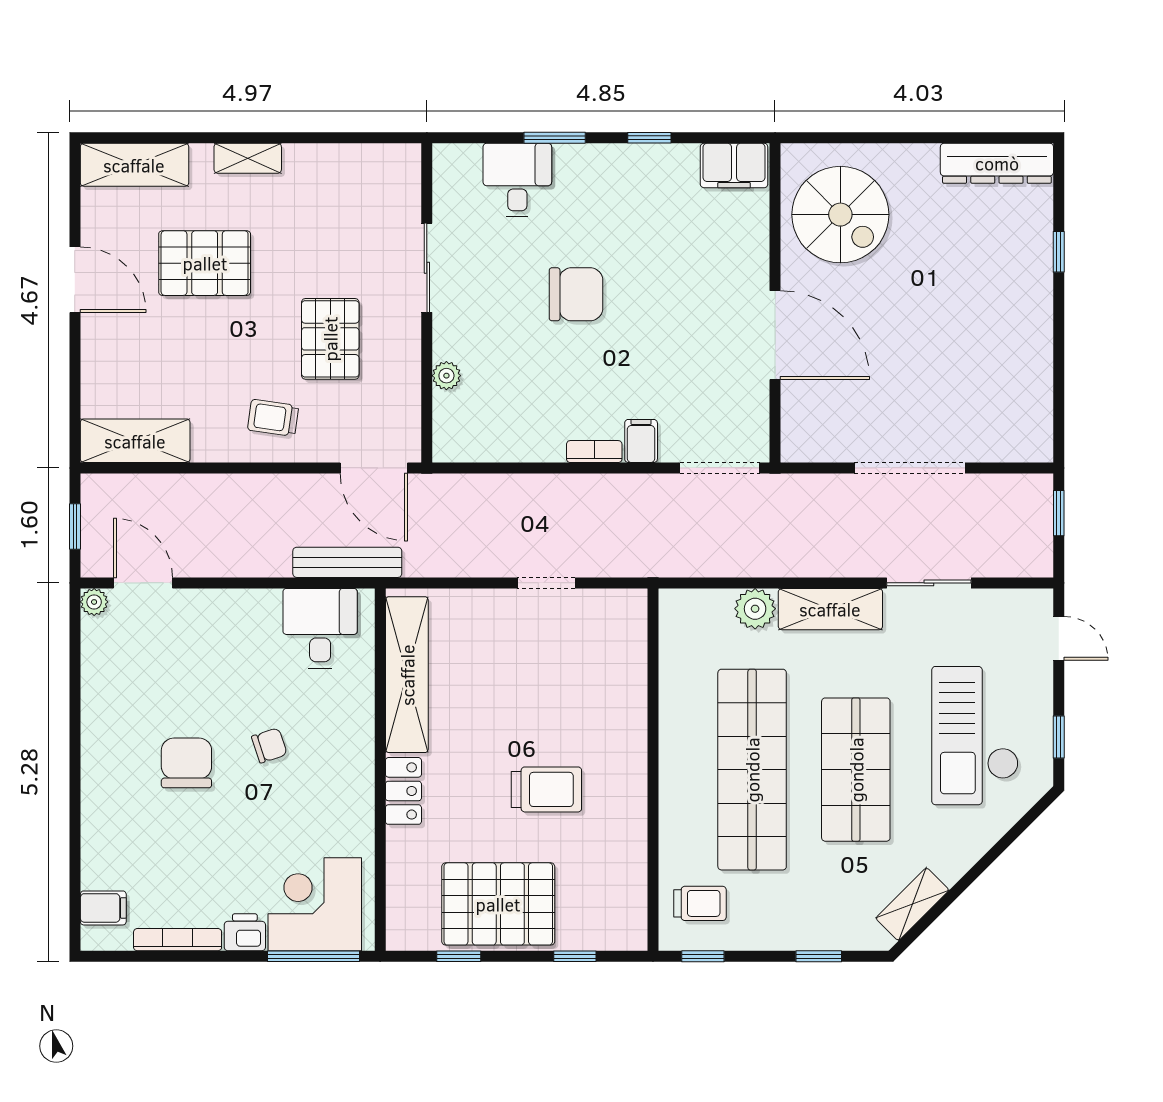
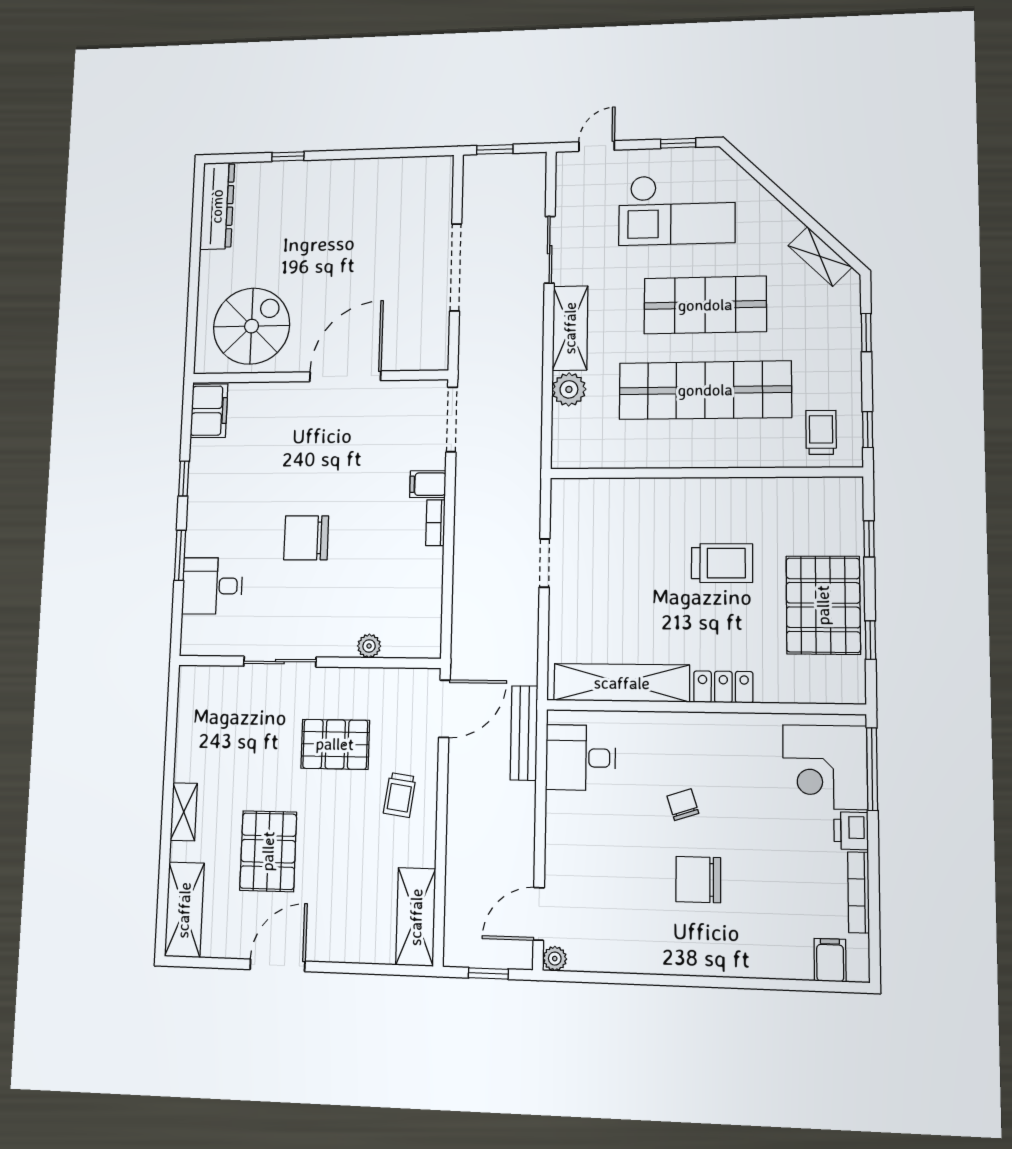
chair: (576, 294) -> (306, 538), turned -90
trolley: (546, 789) -> (722, 563), turned 90

